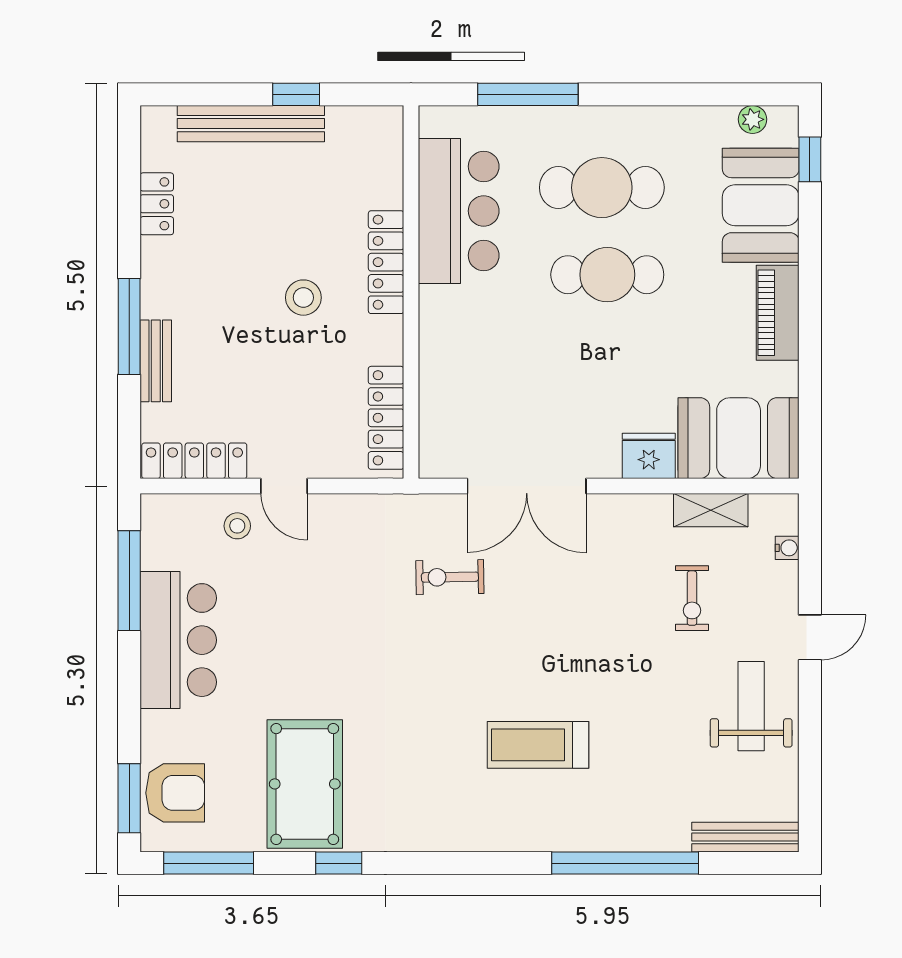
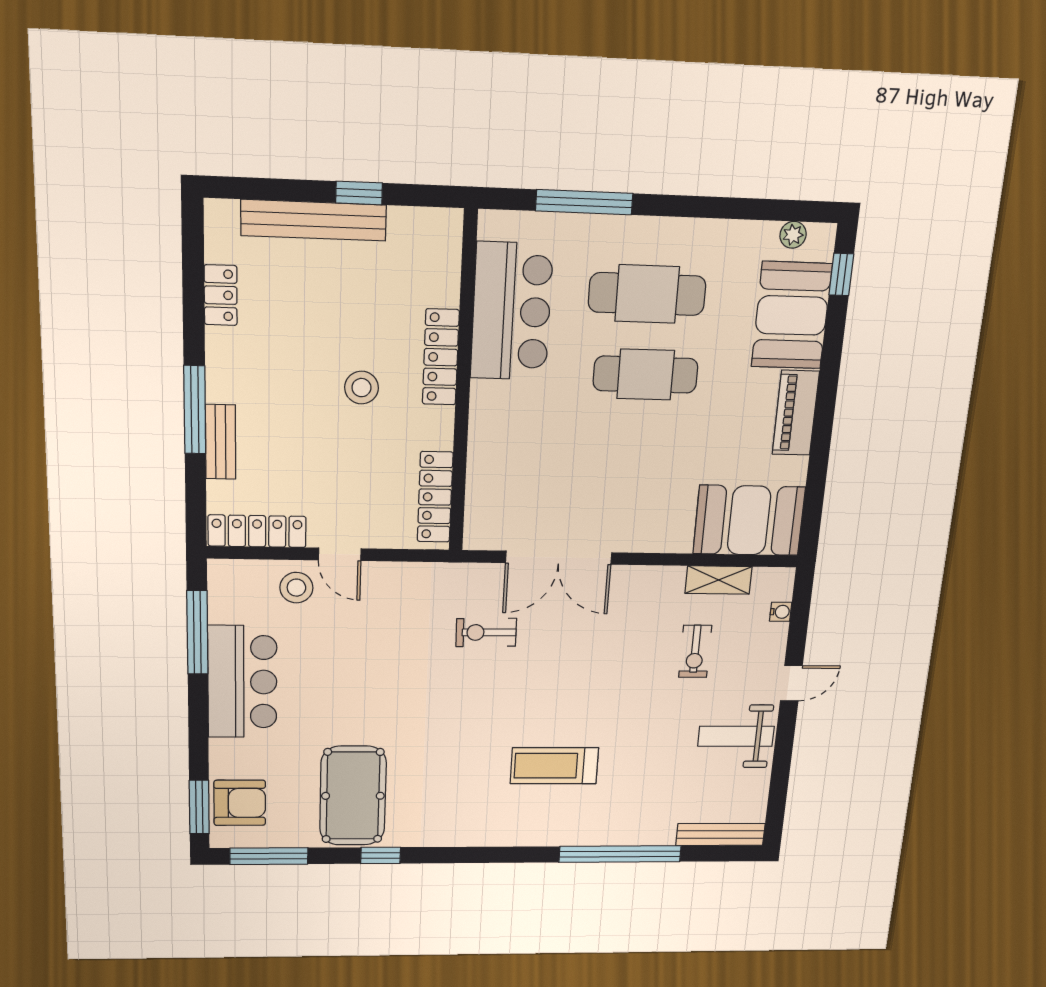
fridge: (649, 456) -> (669, 534), removed
stool: (237, 526) -> (296, 588), width x1.37, depth x1.37
weight bench: (751, 706) -> (736, 736), turned -90

